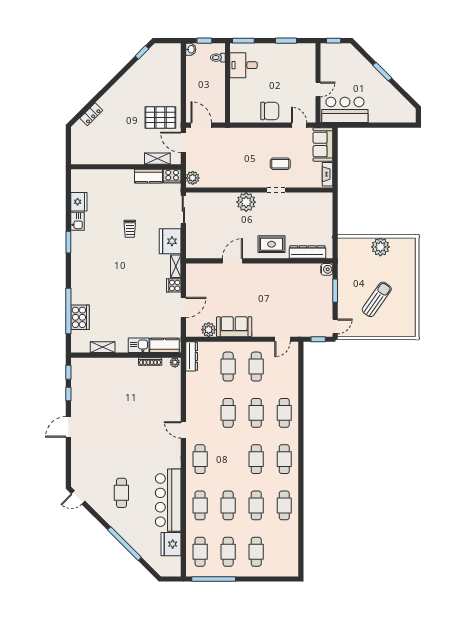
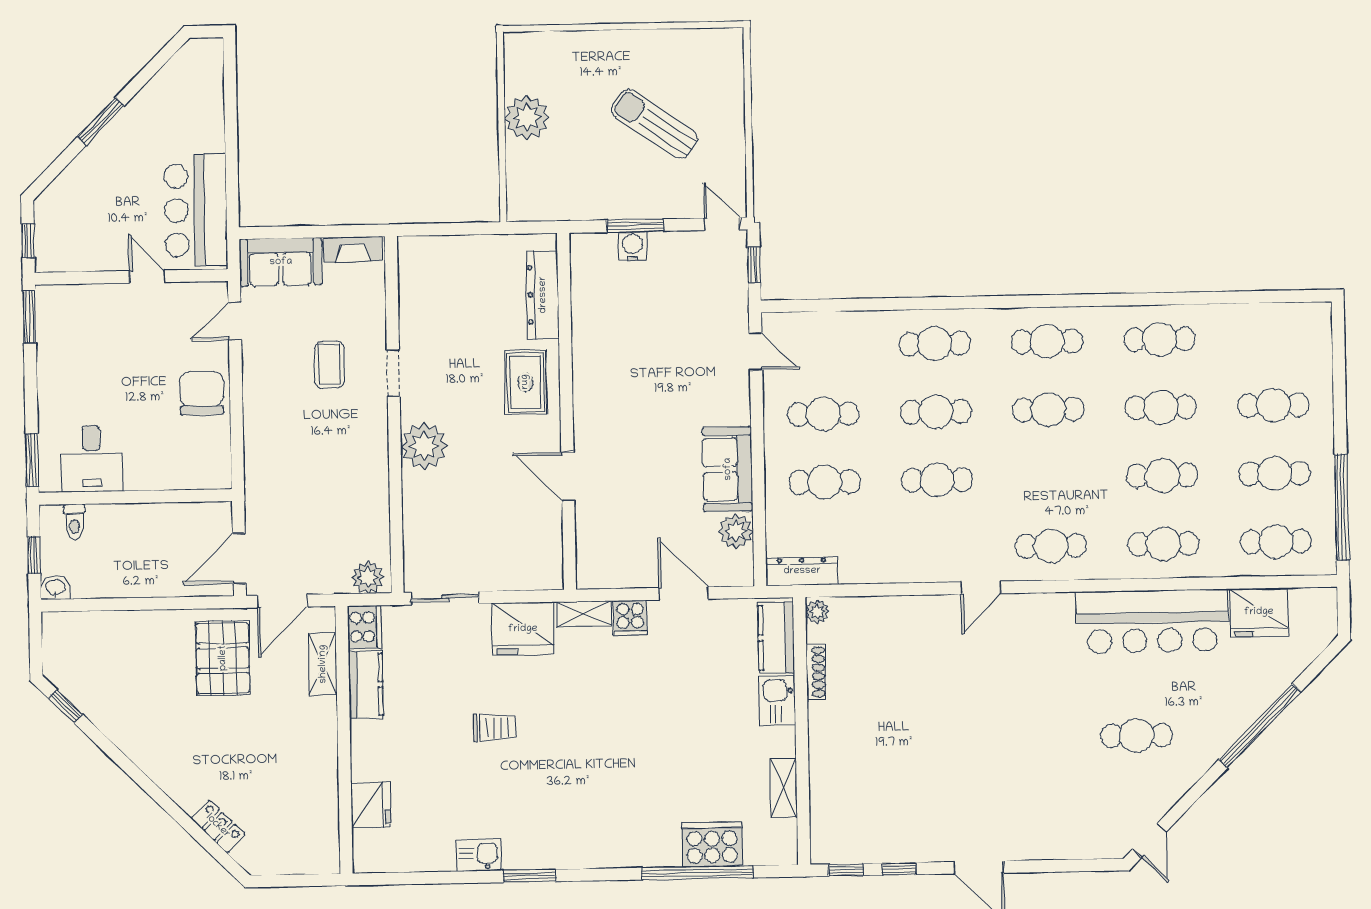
window: (286, 41) -> (29, 317), moved
fridge: (79, 202) -> (371, 805), moved, turned 90
water cooler: (327, 269) -> (633, 246), moved

